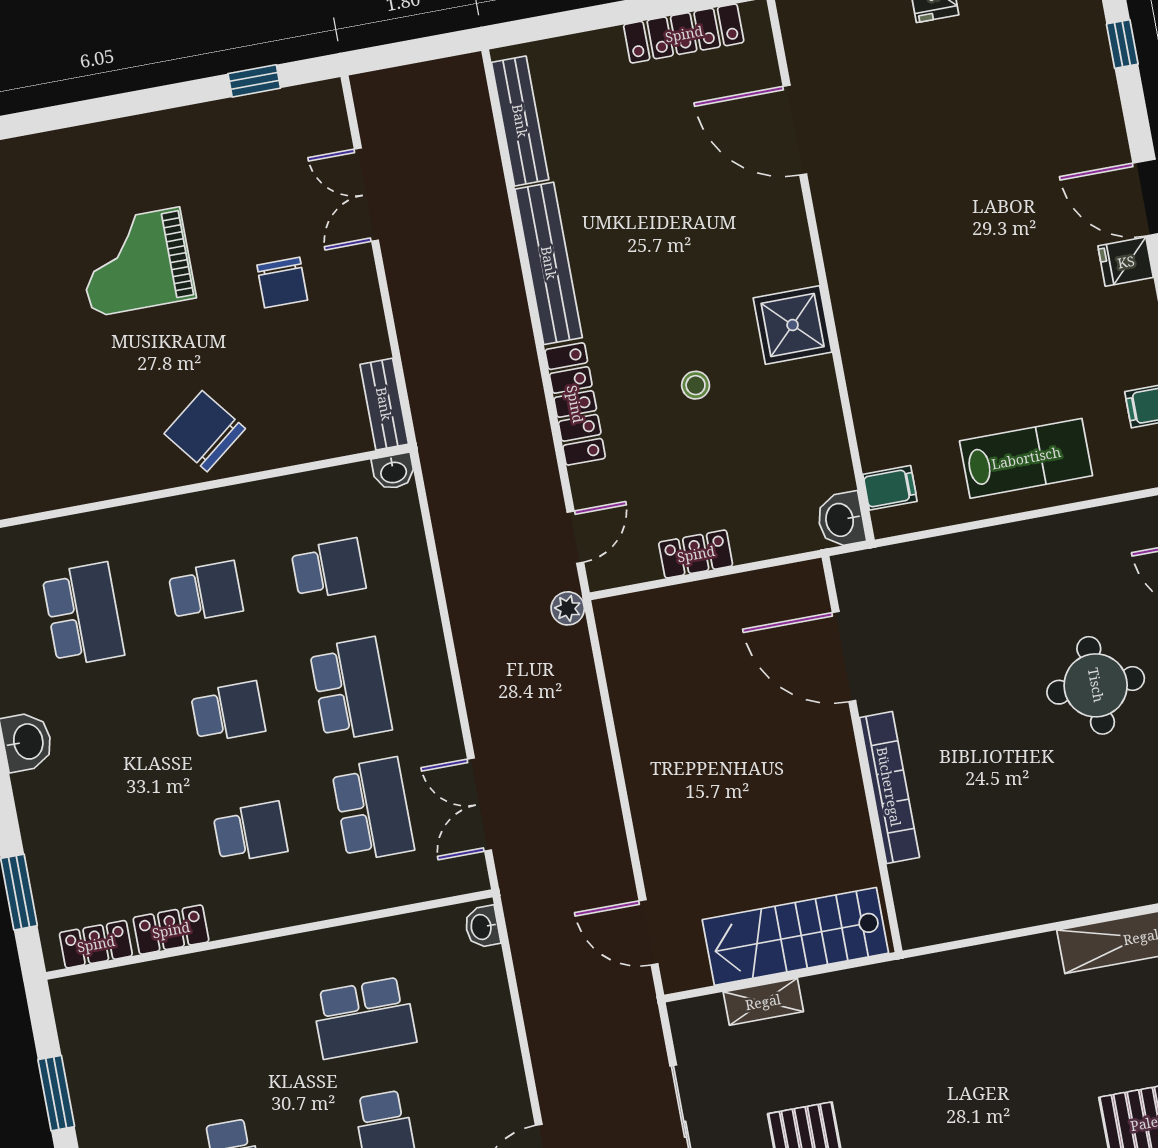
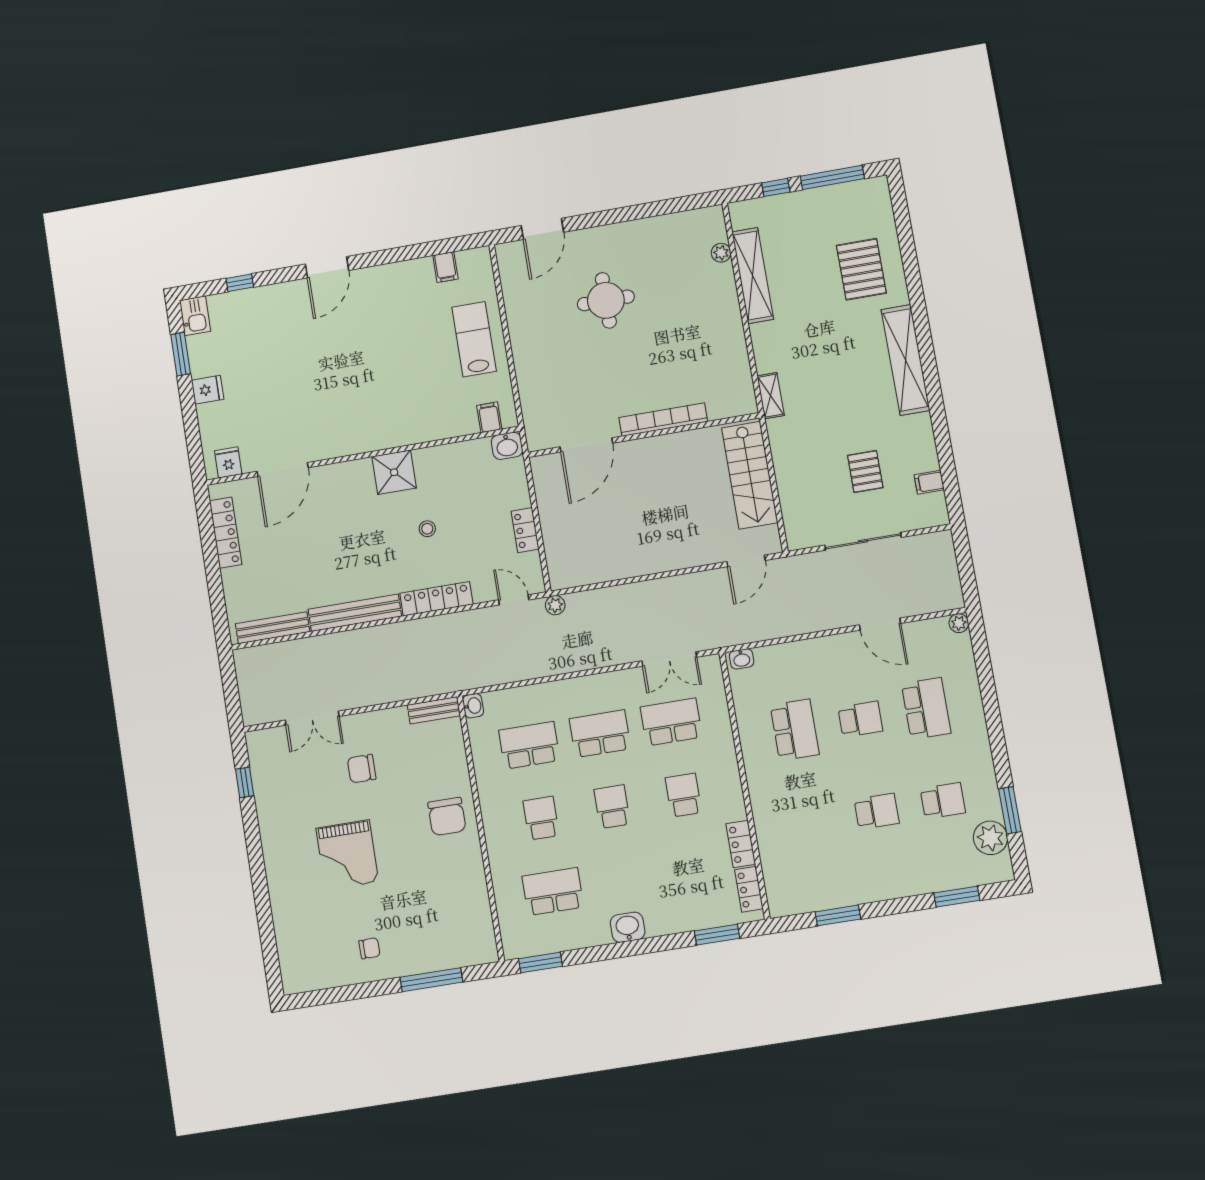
fridge: (1126, 262) -> (228, 462), moved, turned 180
chair: (282, 283) -> (362, 769), turned 180
chair: (205, 431) -> (447, 816), turned -52
school desk: (328, 569) -> (529, 745), width x1.85
shelving: (763, 1002) -> (771, 396), moved

